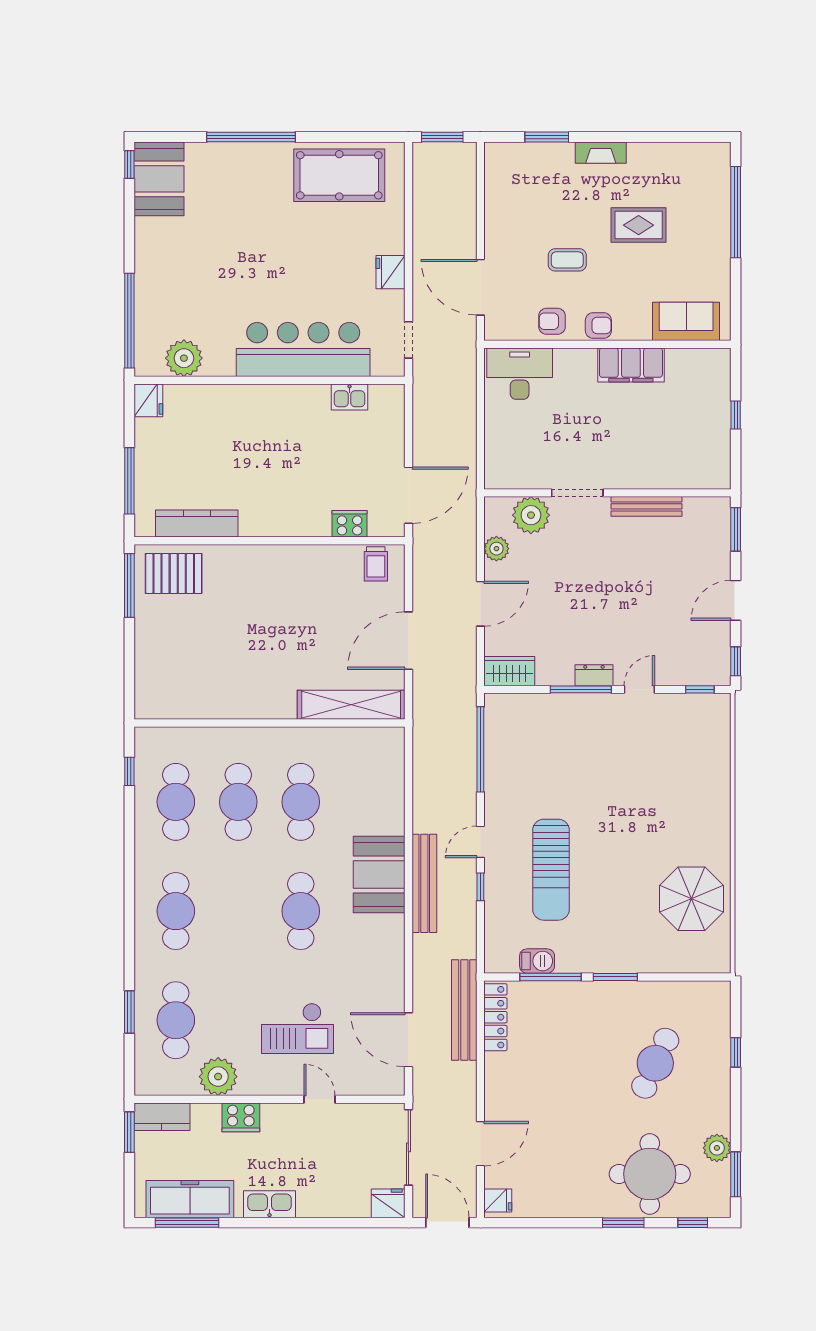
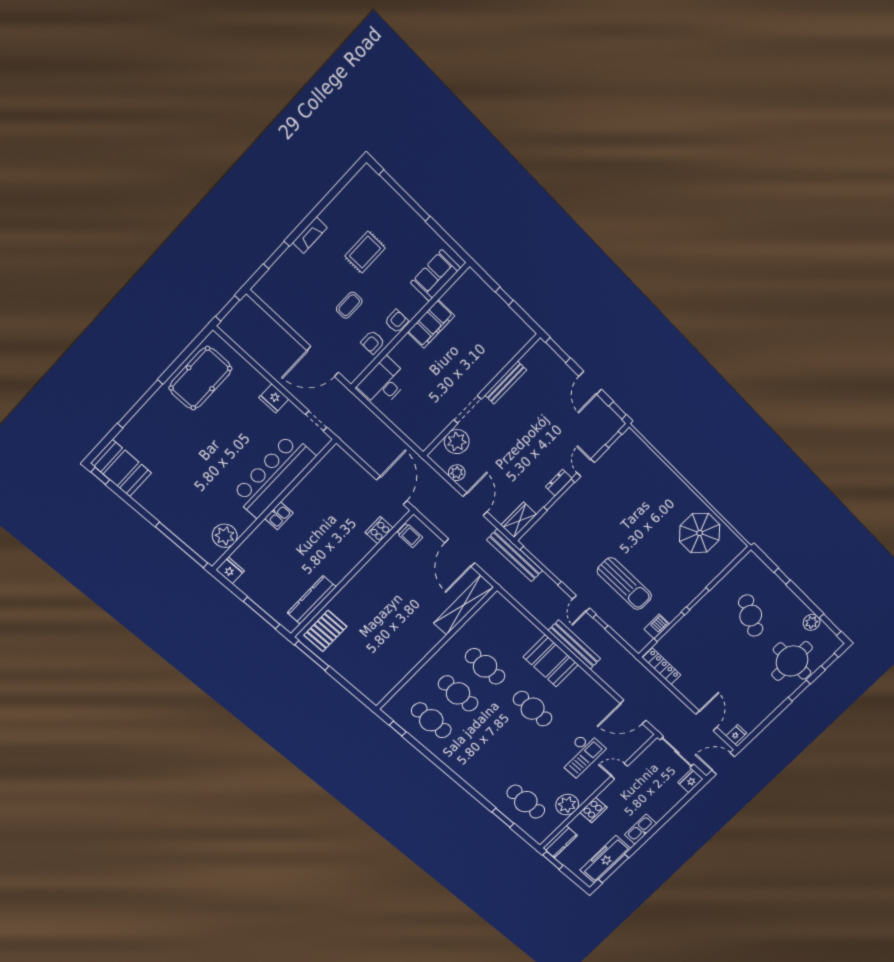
kitchen sink: (349, 397) -> (279, 516), moved
cafe table: (176, 911) -> (479, 762), removed
bench: (464, 1010) -> (515, 555), moved

